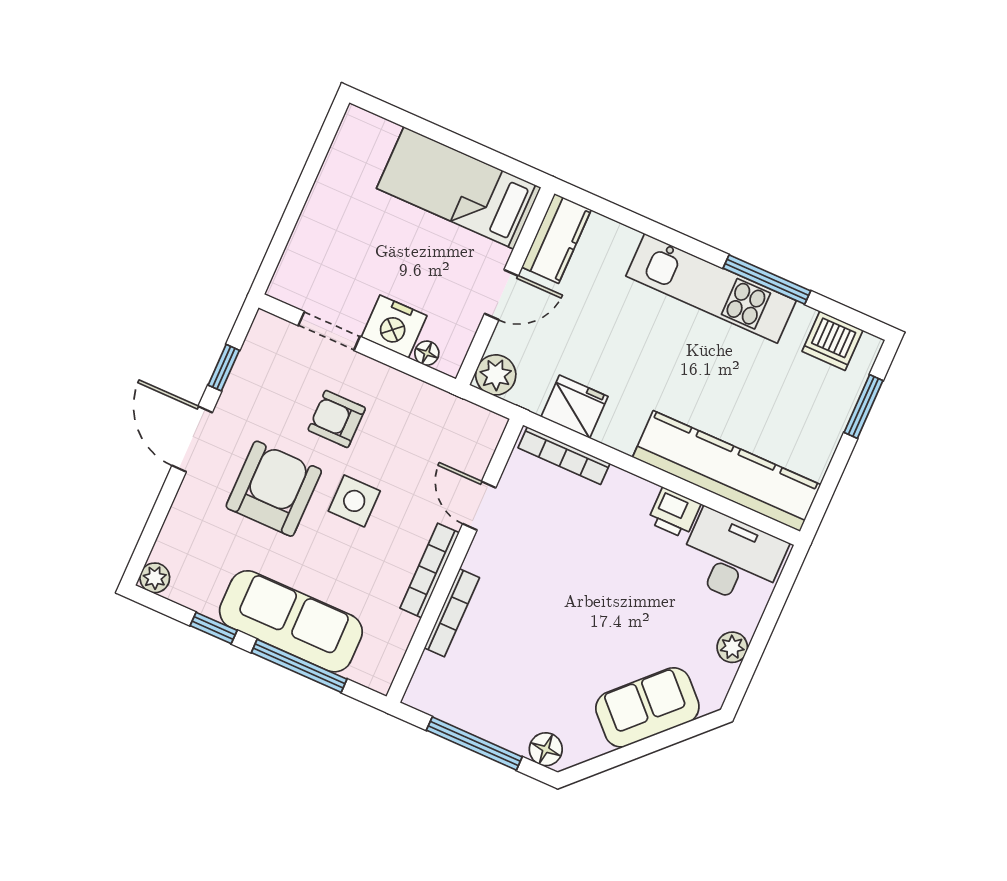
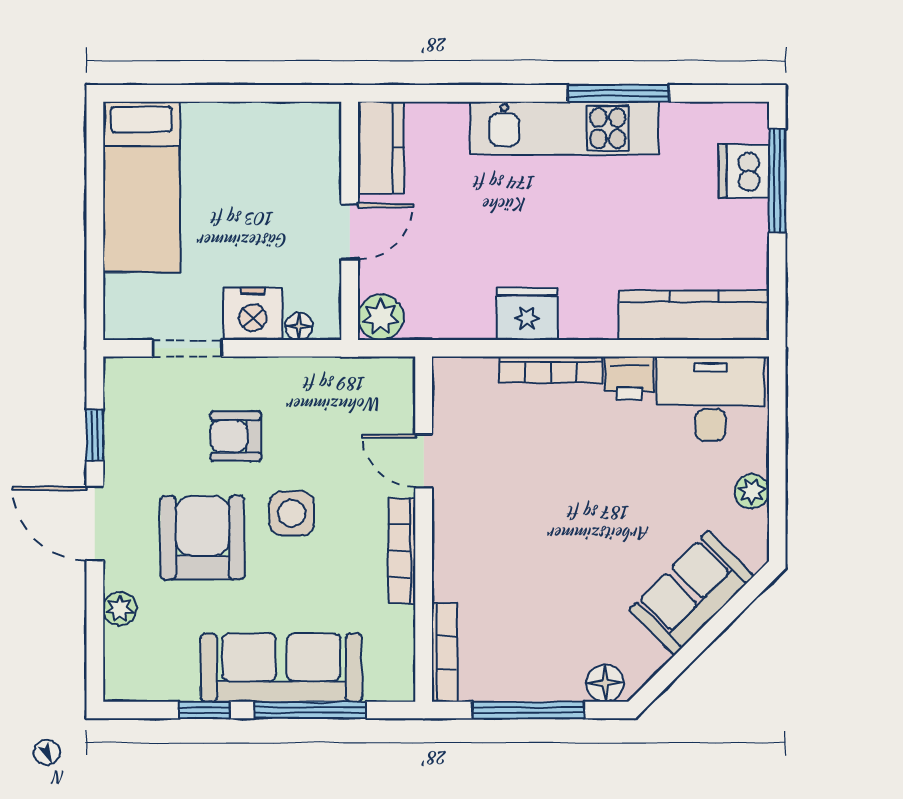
bed: (459, 188) -> (141, 187), moved, turned -90
dishwasher: (832, 341) -> (744, 171), moved, turned 90
fridge: (575, 407) -> (527, 314), moved
window: (863, 407) -> (777, 181), width x1.44
bookcase: (564, 456) -> (551, 370), moved
kitchen counter: (727, 471) -> (694, 315), width x0.72, depth x0.86
plant: (155, 578) -> (120, 609), moved
bookcase: (452, 613) -> (445, 652), moved

